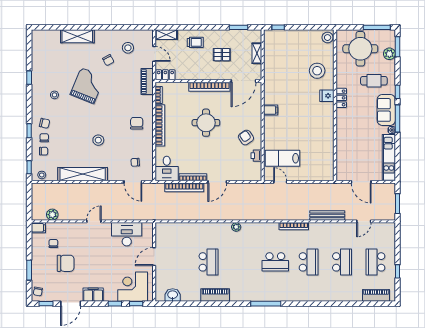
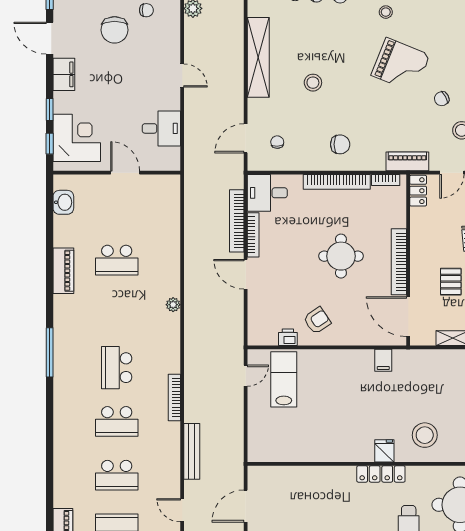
locker: (341, 98) -> (381, 474), width x1.53
filing cabinet: (271, 110) -> (383, 360), moved
desk: (127, 234) -> (161, 128), width x0.73

